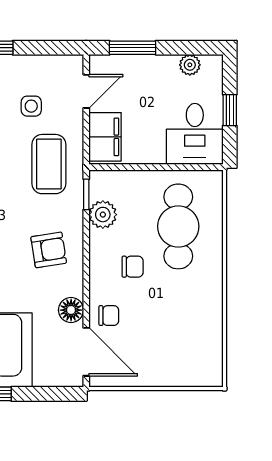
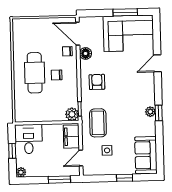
plant: (190, 65) -> (21, 172), moved
plant: (103, 215) -> (72, 114), moved
cafe table: (178, 226) -> (35, 73), moved
armchair: (49, 250) -> (97, 82), turned 99

